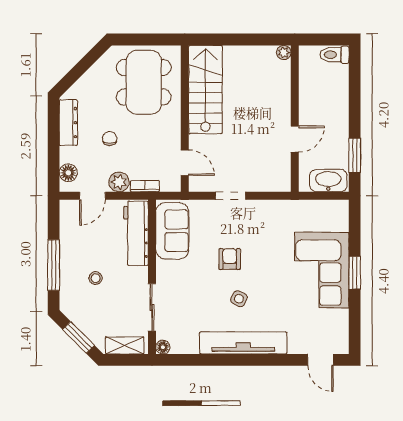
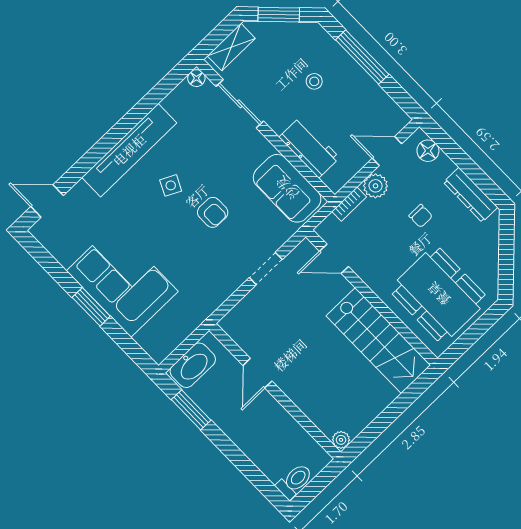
door: (92, 196) -> (387, 151), hinge flipped
workbench: (136, 233) -> (309, 147), width x0.73

